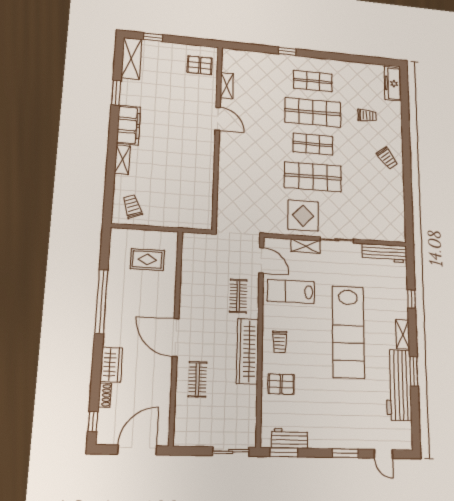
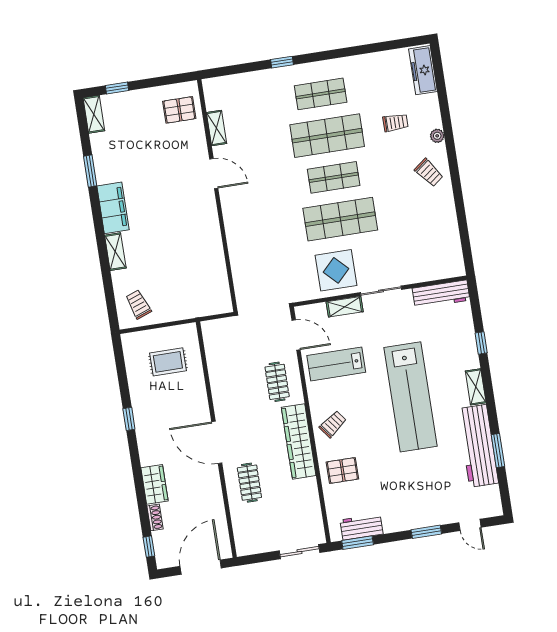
shelving: (131, 58) -> (94, 114), width x0.67, depth x0.75
plant: (397, 133) -> (437, 136), added
window: (101, 301) -> (129, 419), width x0.32
trolley: (280, 342) -> (333, 424), turned -127
window: (414, 371) -> (498, 451), moved

